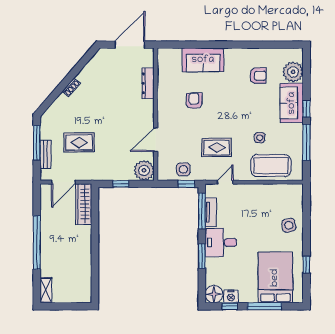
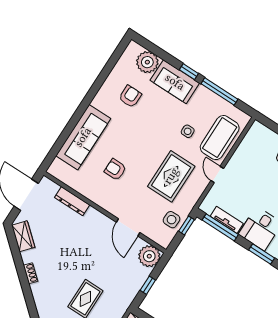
sofa: (203, 60) -> (83, 137), width x1.36
wardrobe: (96, 63) -> (23, 236), added
rug: (217, 147) -> (171, 176), width x1.36, depth x1.43
door: (225, 182) -> (217, 175), moved

